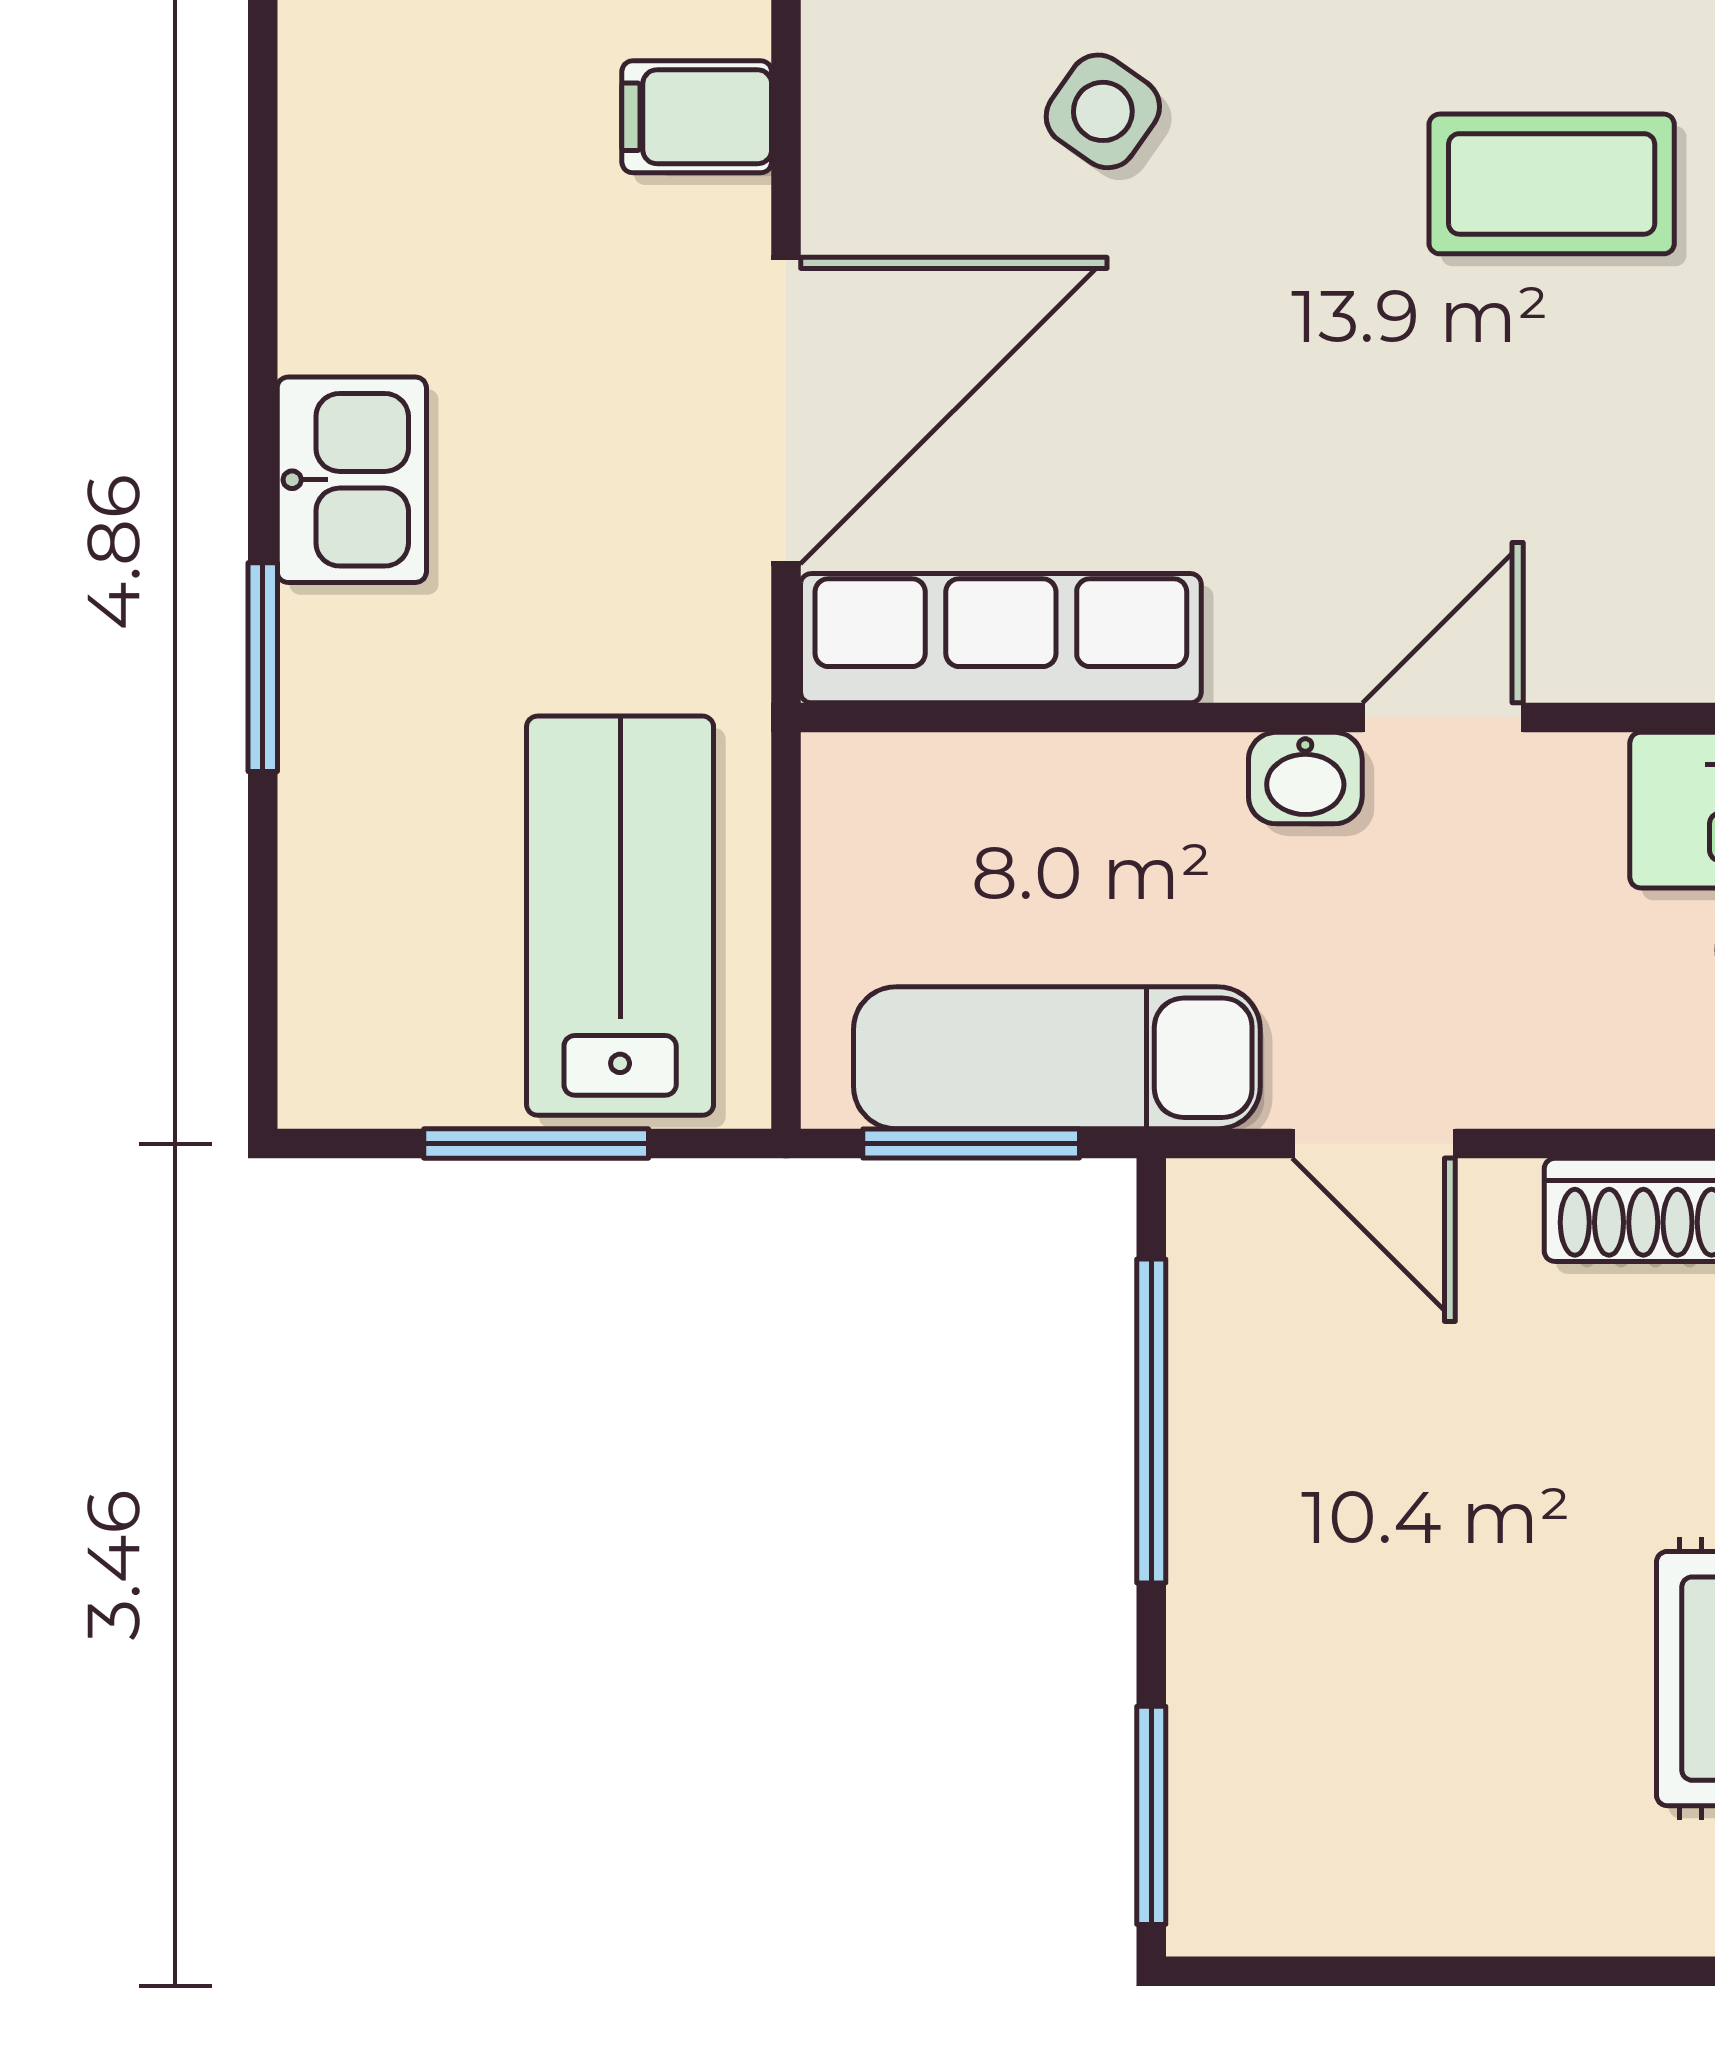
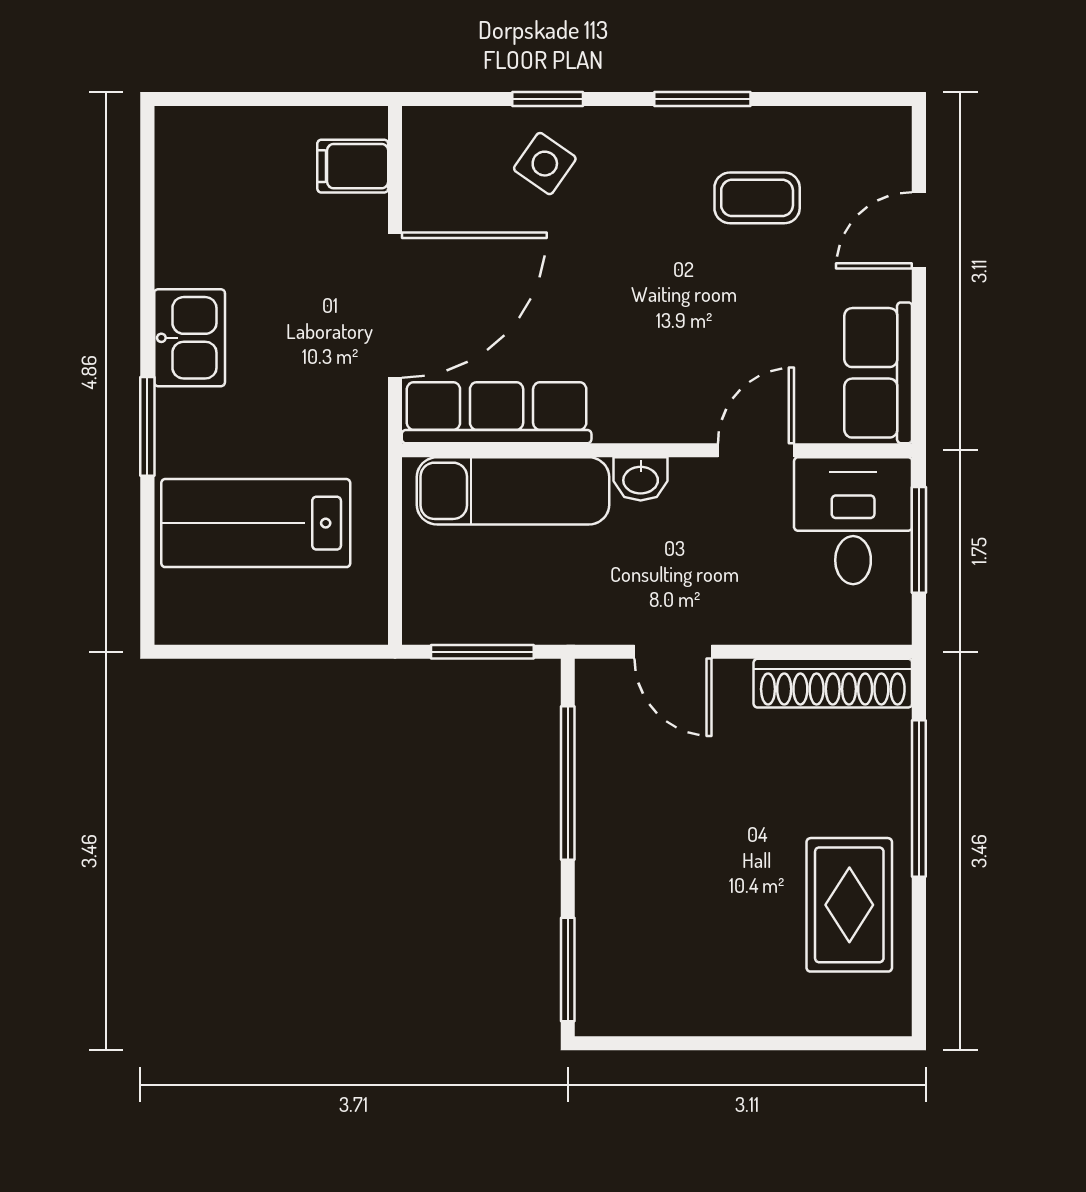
coffee table: (1552, 184) -> (757, 198), width x0.73, depth x0.77
door: (1443, 718) -> (756, 450), moved
lab bench: (620, 916) -> (256, 523), moved, turned -90
exam couch: (1057, 1058) -> (513, 491), moved, turned 180
window: (536, 1144) -> (277, 652), removed

